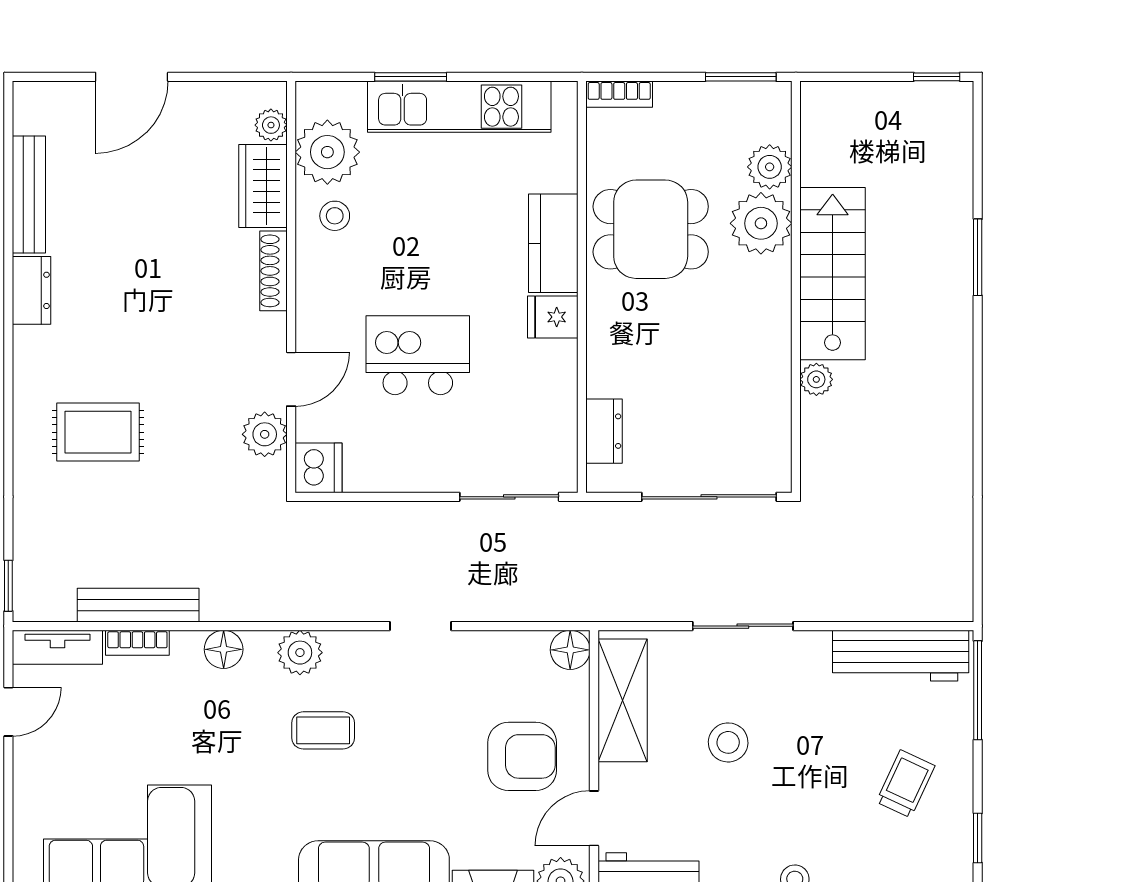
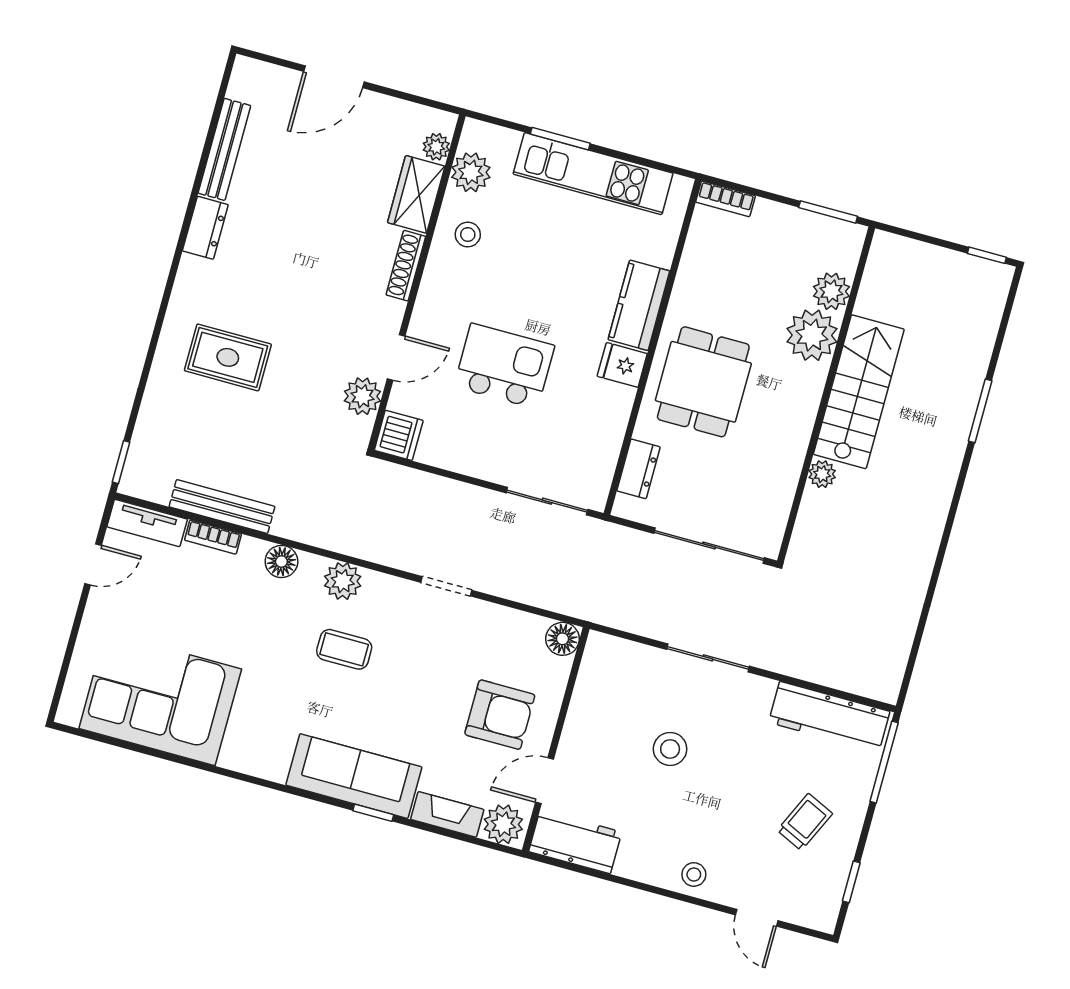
plant: (327, 152) -> (471, 172), width x0.73, depth x0.73
dining table: (651, 229) -> (703, 382), moved, turned 90
shelving: (623, 700) -> (594, 691), removed

